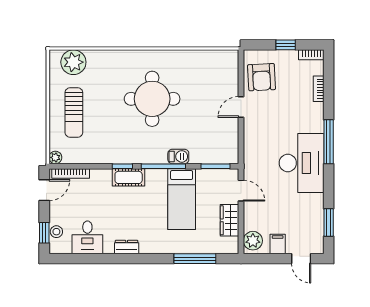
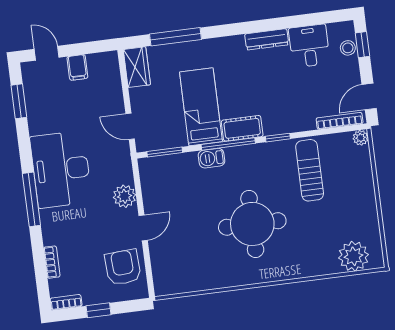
sun lounger: (74, 112) -> (310, 170), moved
cot: (129, 177) -> (242, 128), moved
wardrobe: (229, 220) -> (137, 67), moved
plant: (253, 241) -> (124, 196), moved
dresser: (127, 247) -> (267, 39), width x1.44

